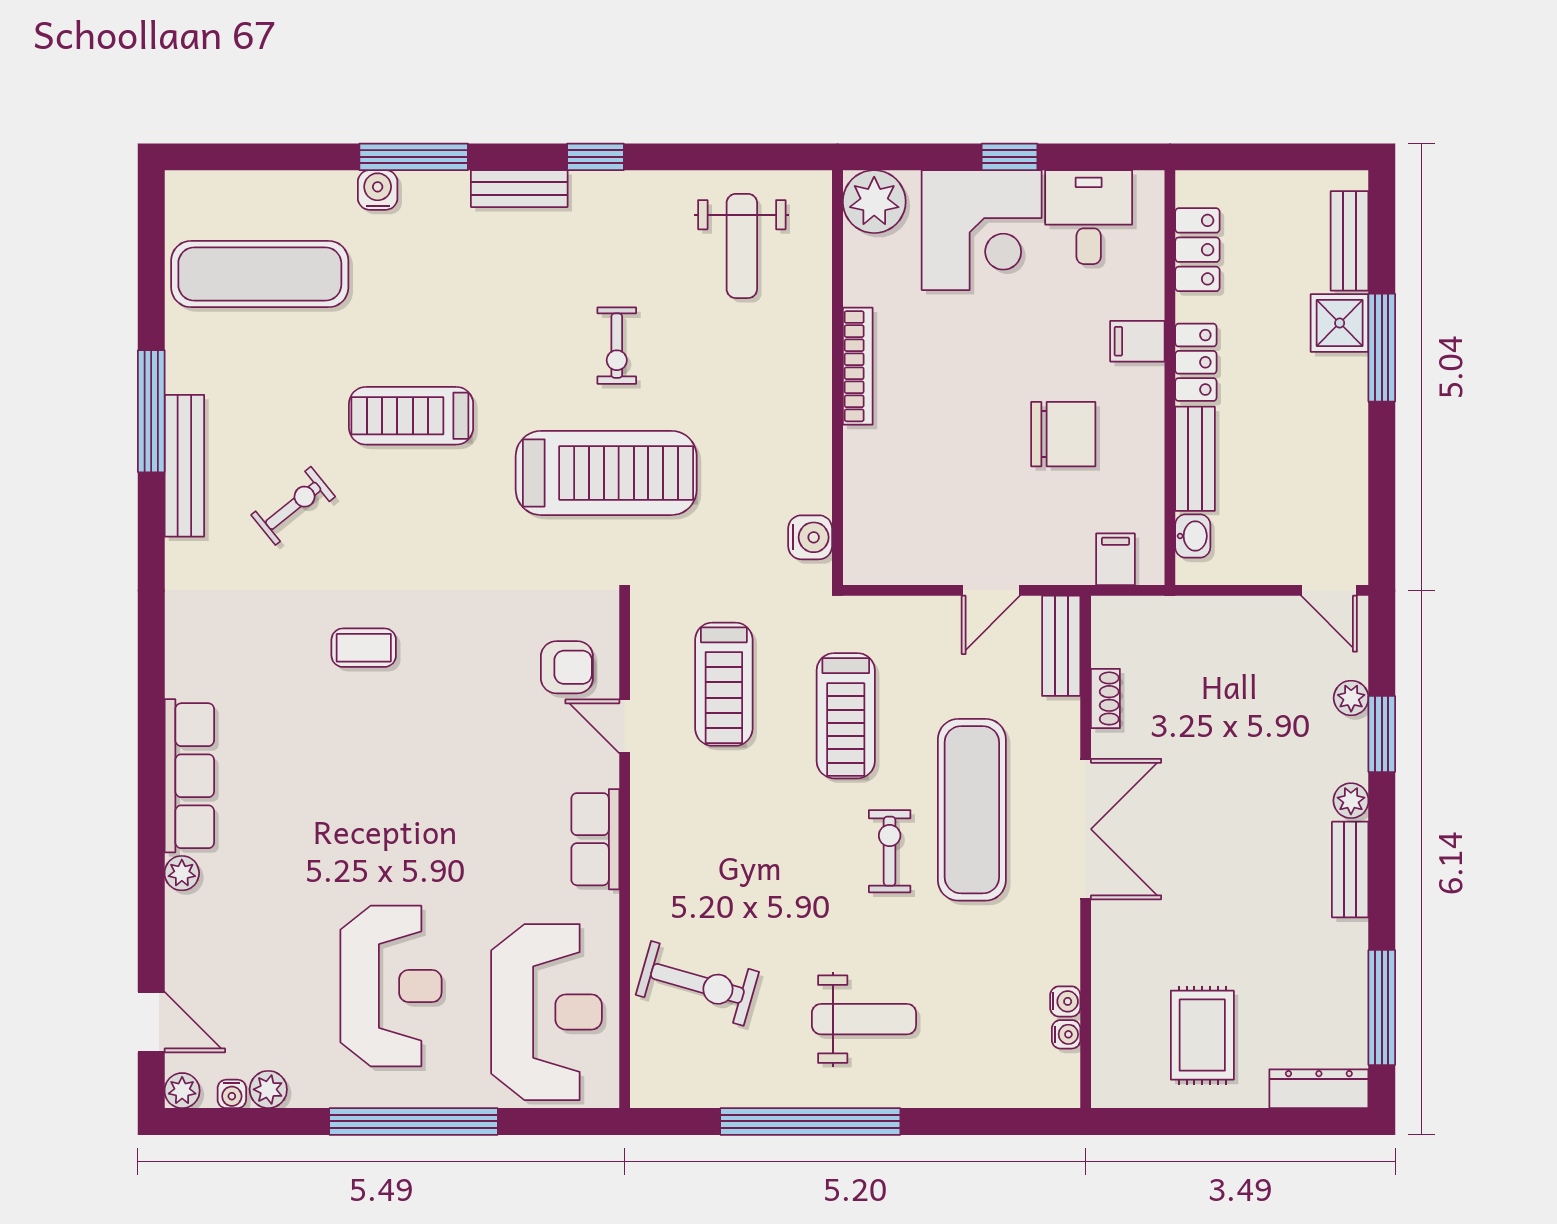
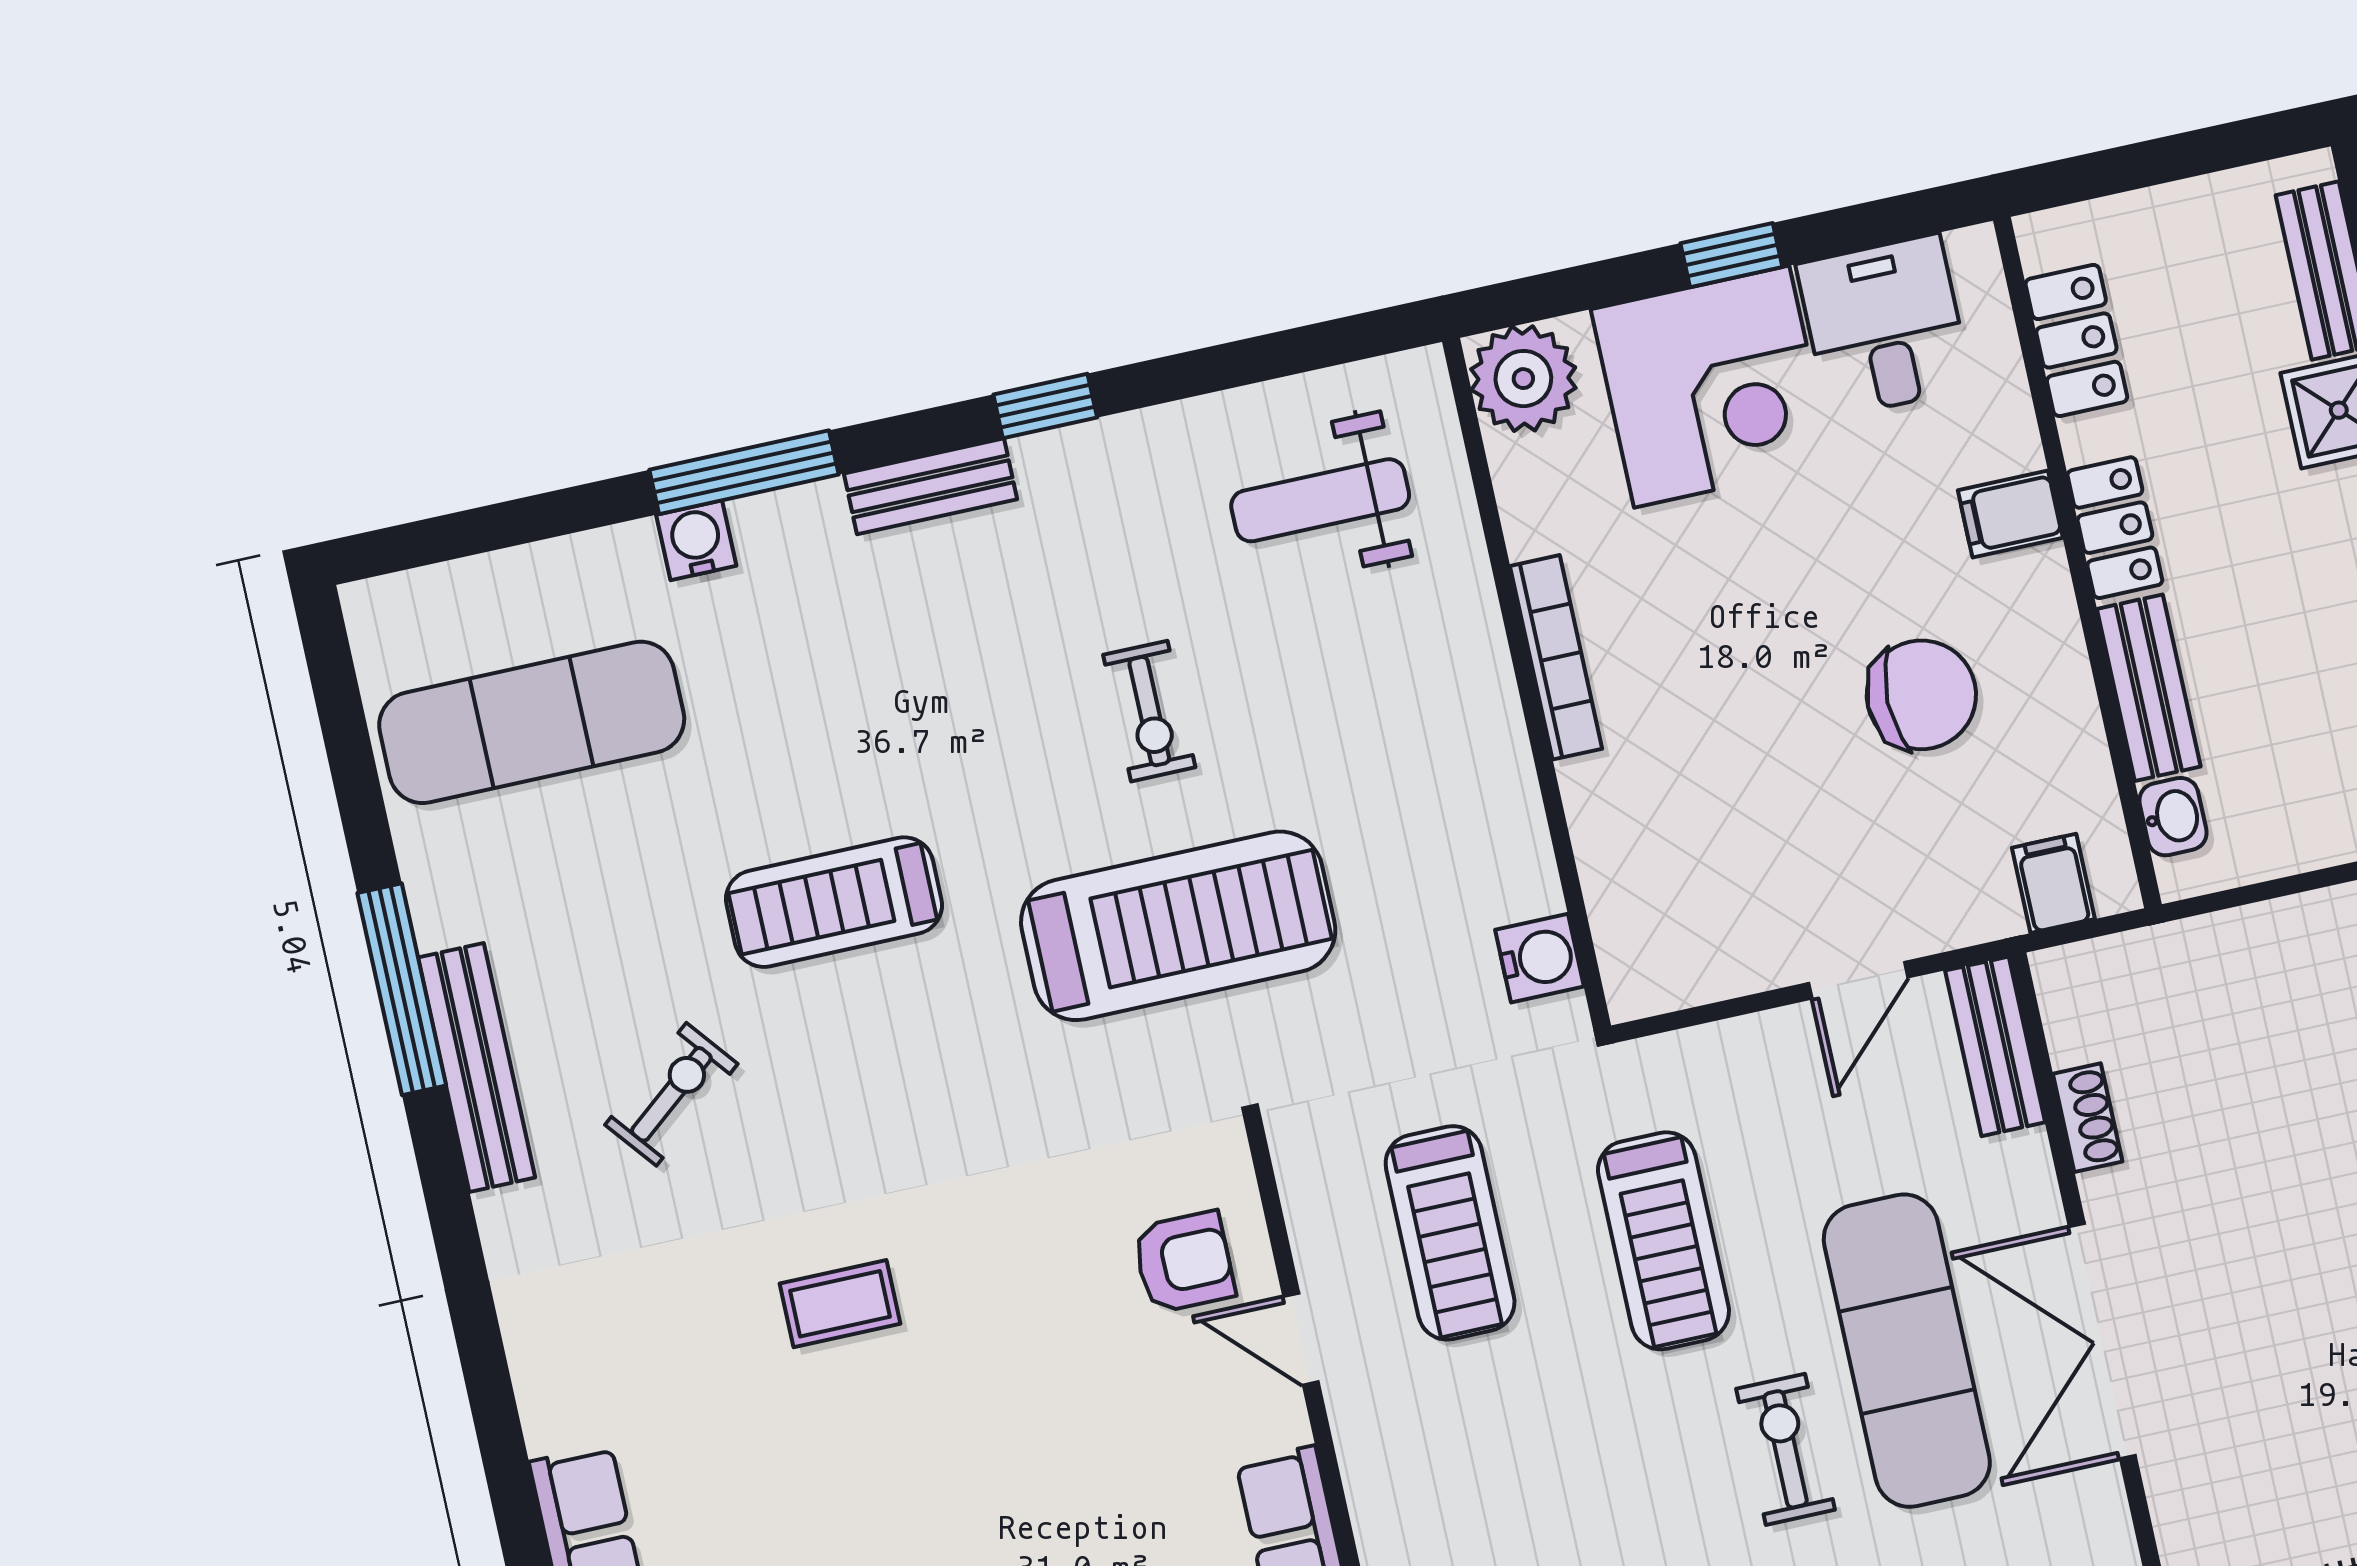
weight bench: (742, 246) -> (1320, 500), turned 90
double door: (1086, 829) -> (2102, 1341), swing flipped

